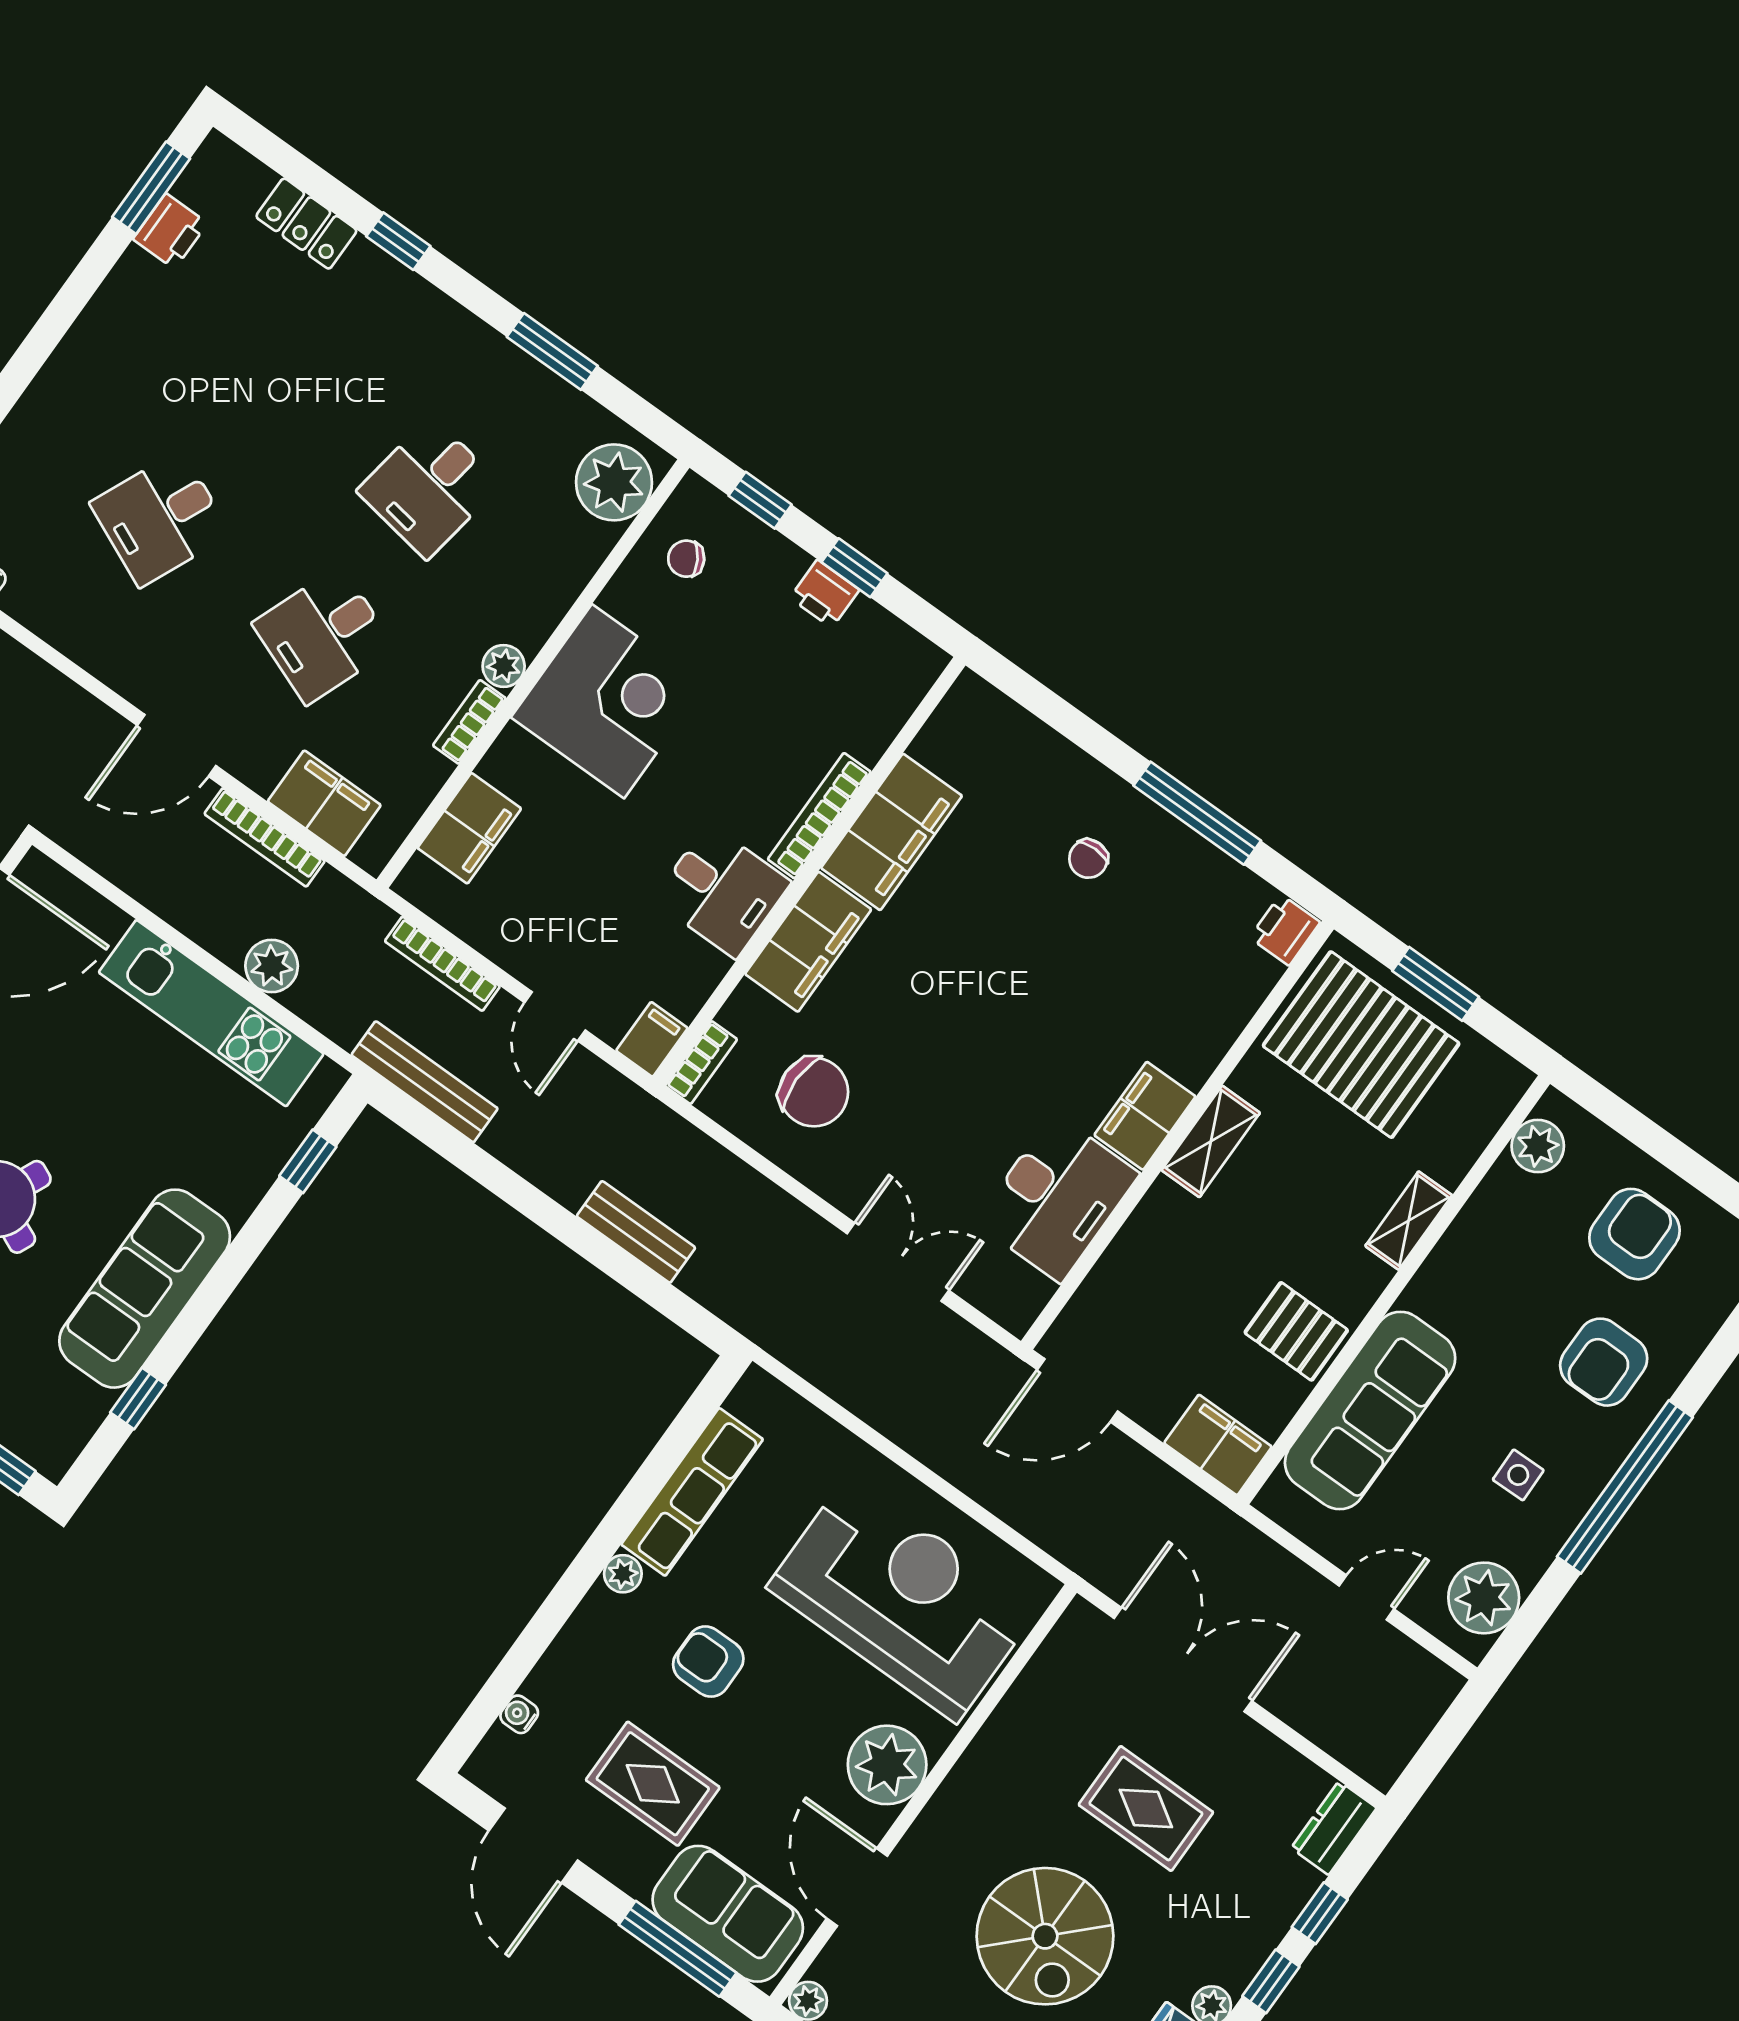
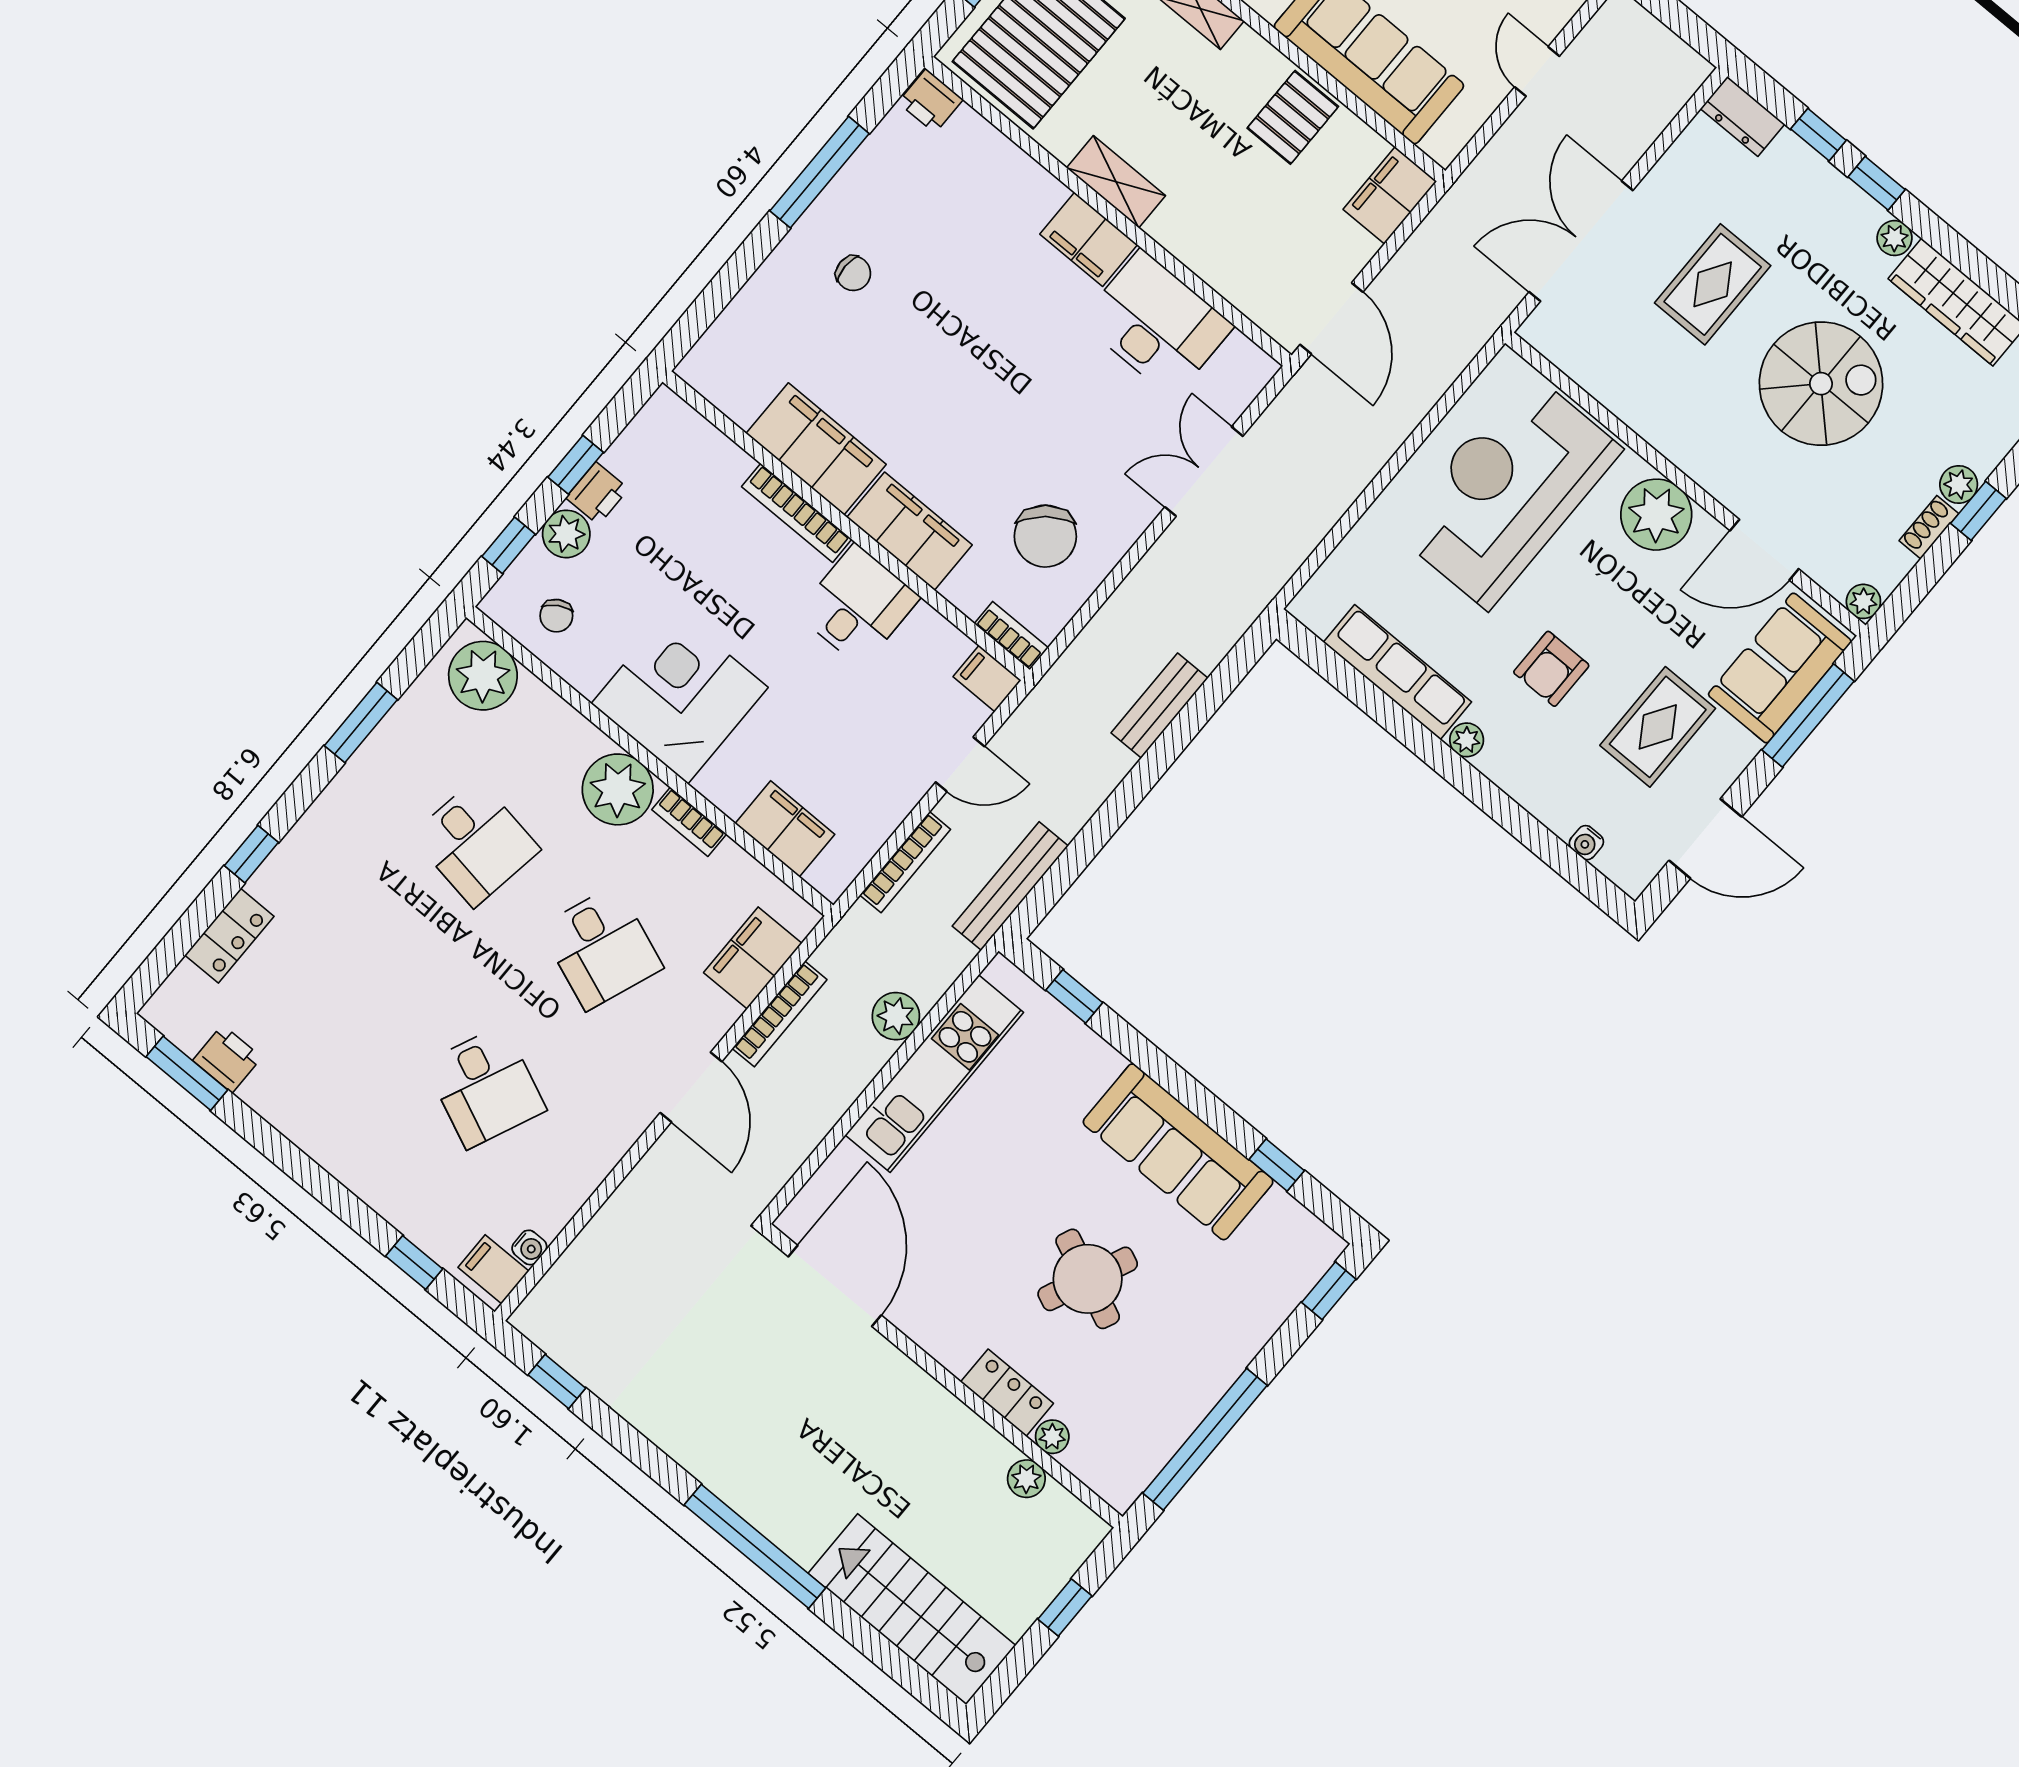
plant: (777, 563) -> (566, 534), added
plant: (504, 666) -> (618, 789), width x1.87, depth x1.87
chair: (814, 1092) -> (1045, 536), turned 141

